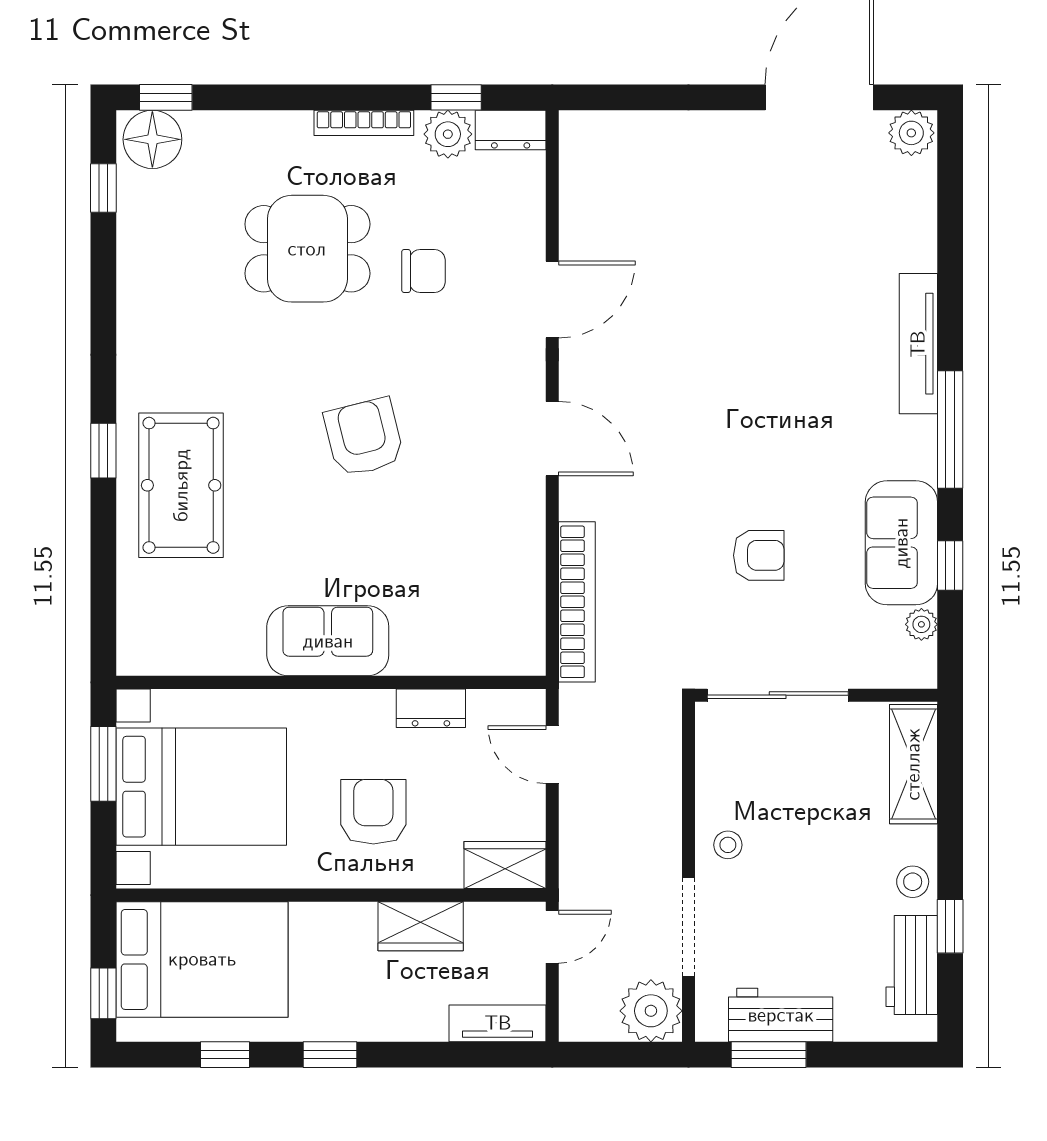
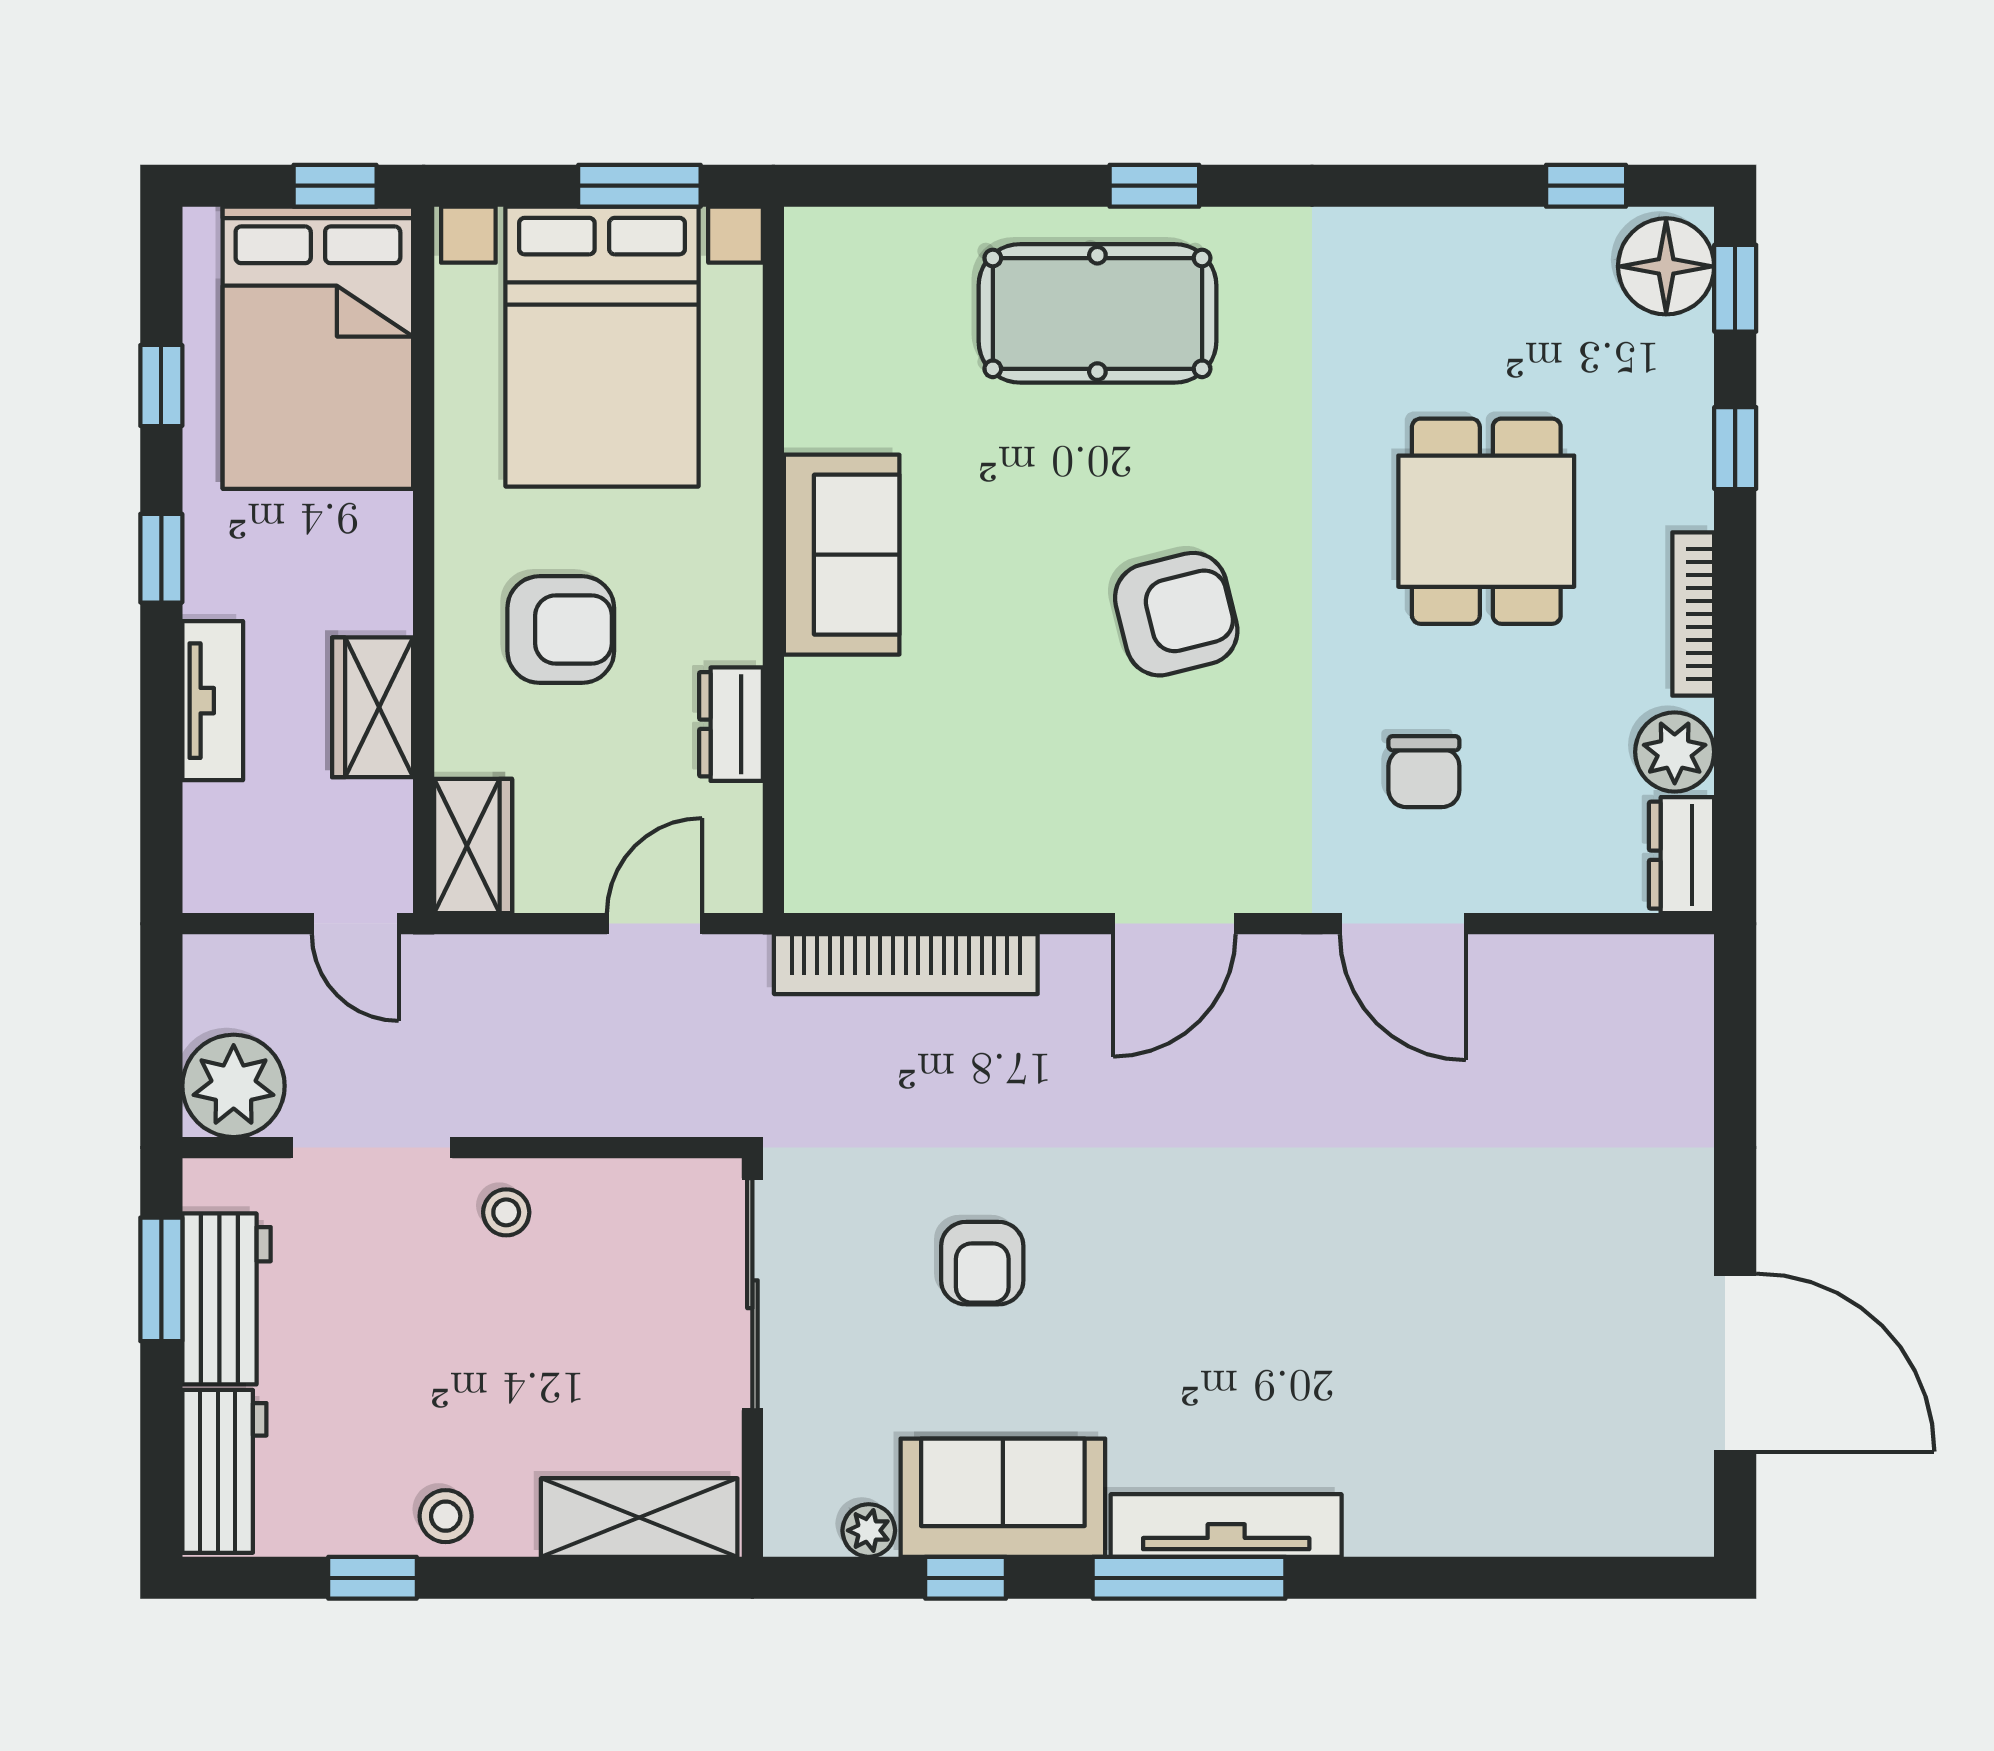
window: (456, 97) -> (1735, 448), moved
plant: (911, 133) -> (1677, 1514), removed
chair: (423, 271) -> (1424, 772), moved
tv unit: (918, 344) -> (1226, 1525), moved
workbench: (912, 965) -> (224, 1471), moved, turned 90
window: (103, 993) -> (335, 186), moved
tv unit: (498, 1023) -> (213, 701), moved

